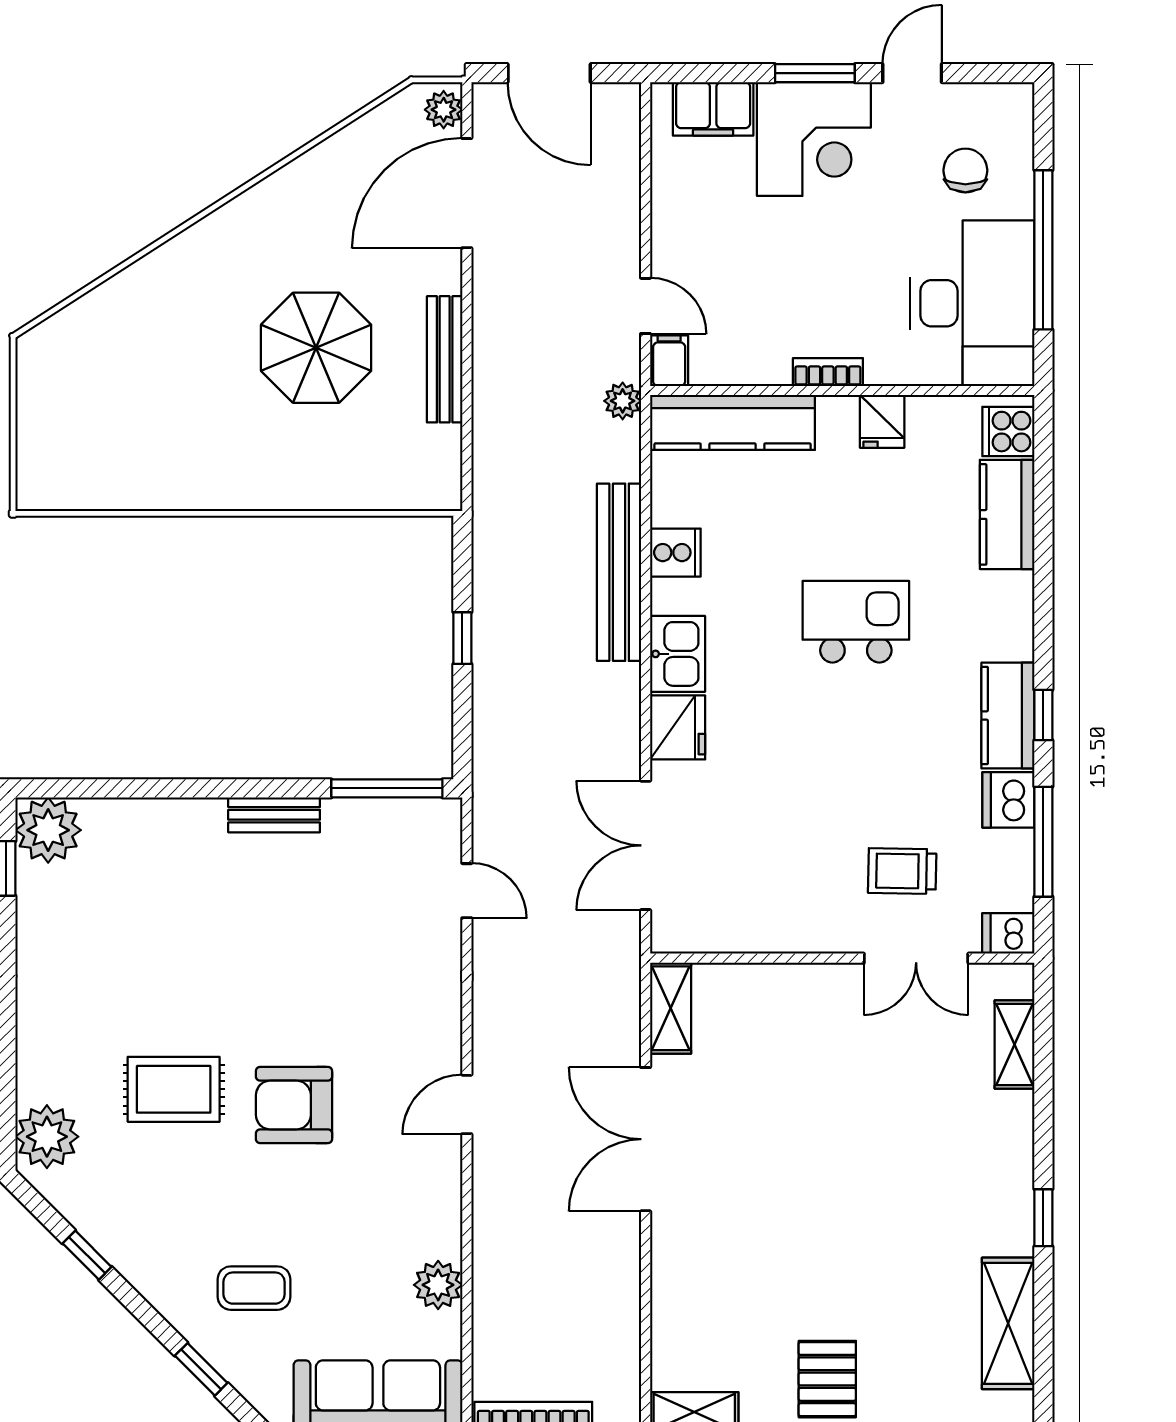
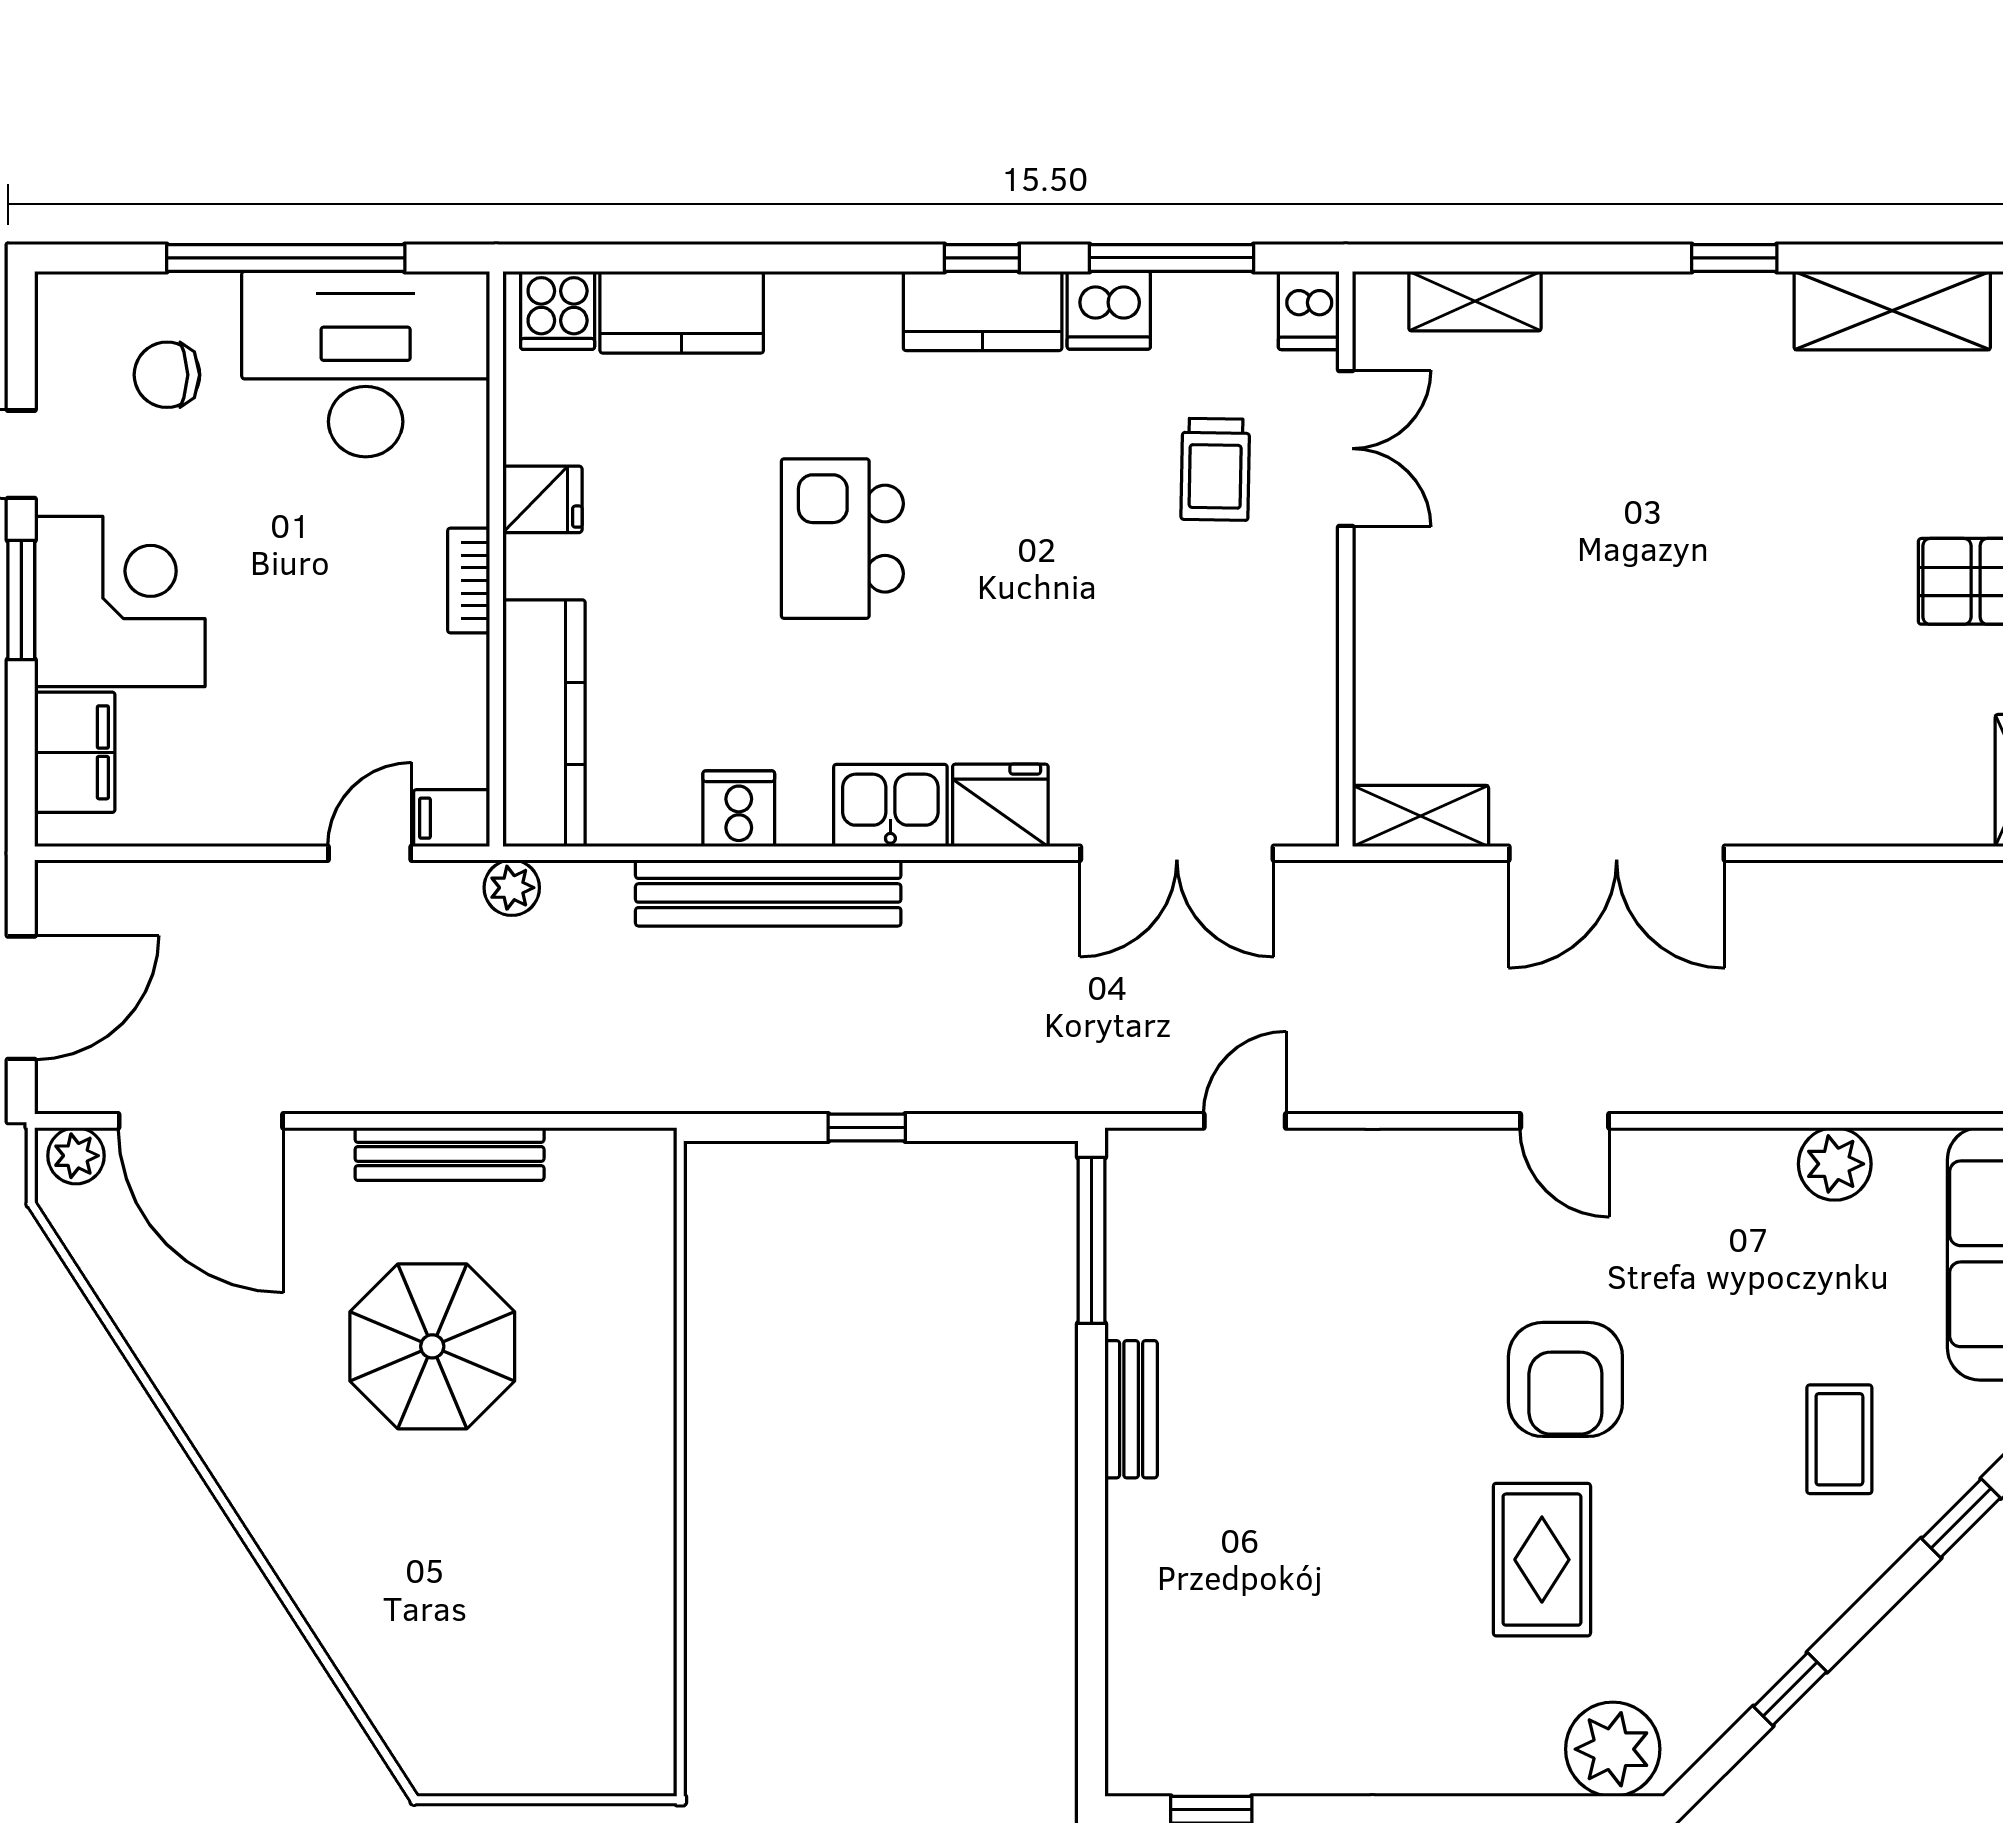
plant: (48, 830) -> (1154, 1747), removed

